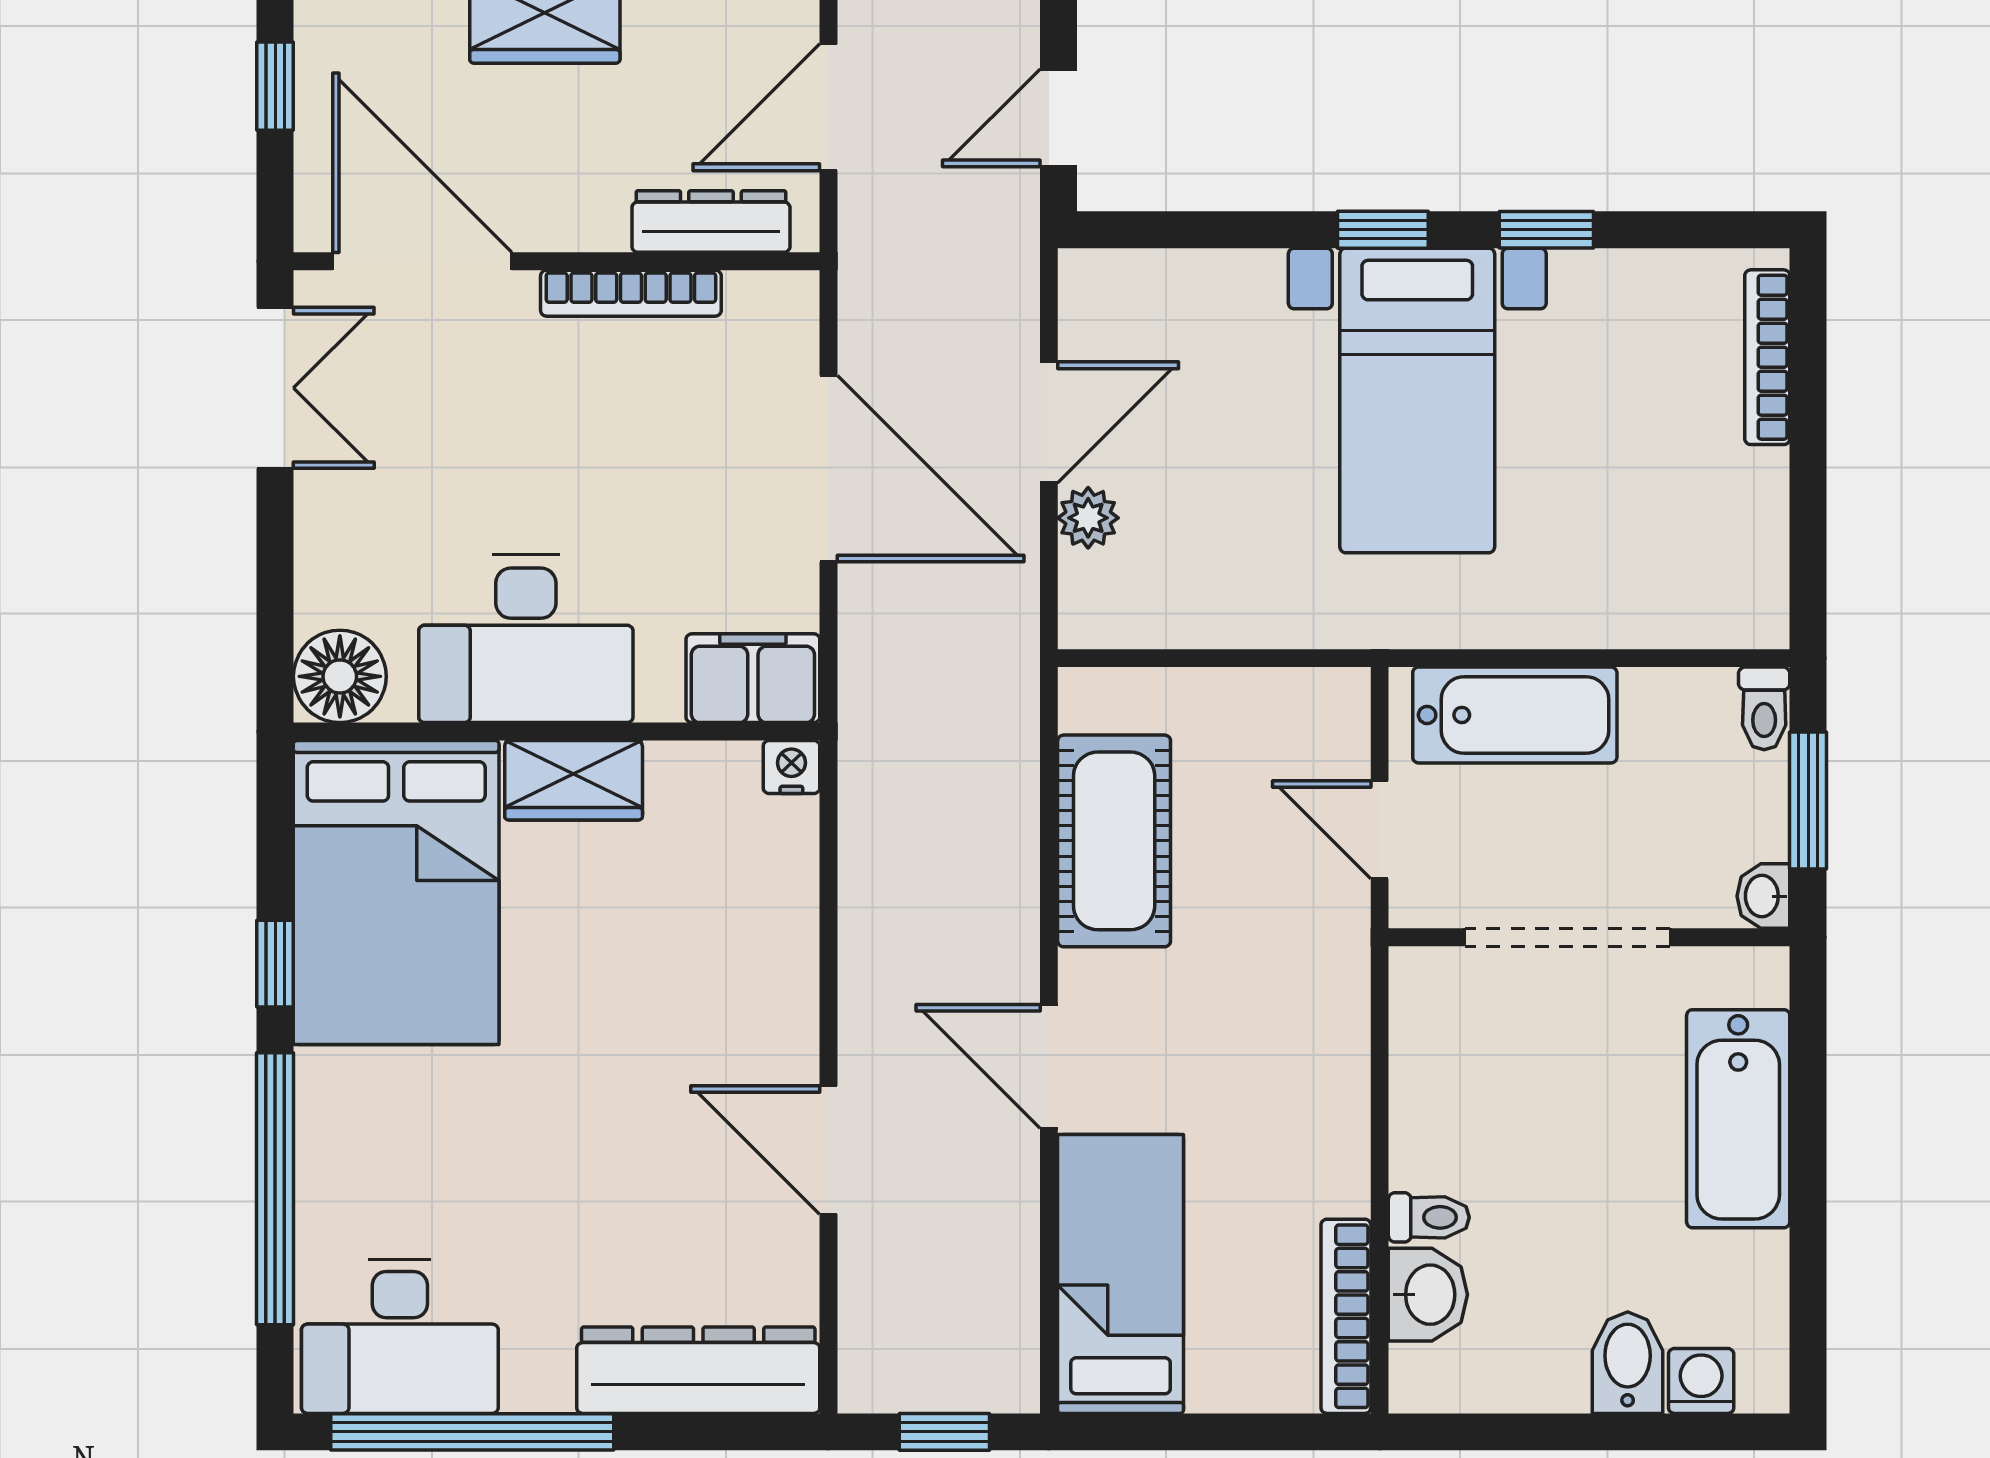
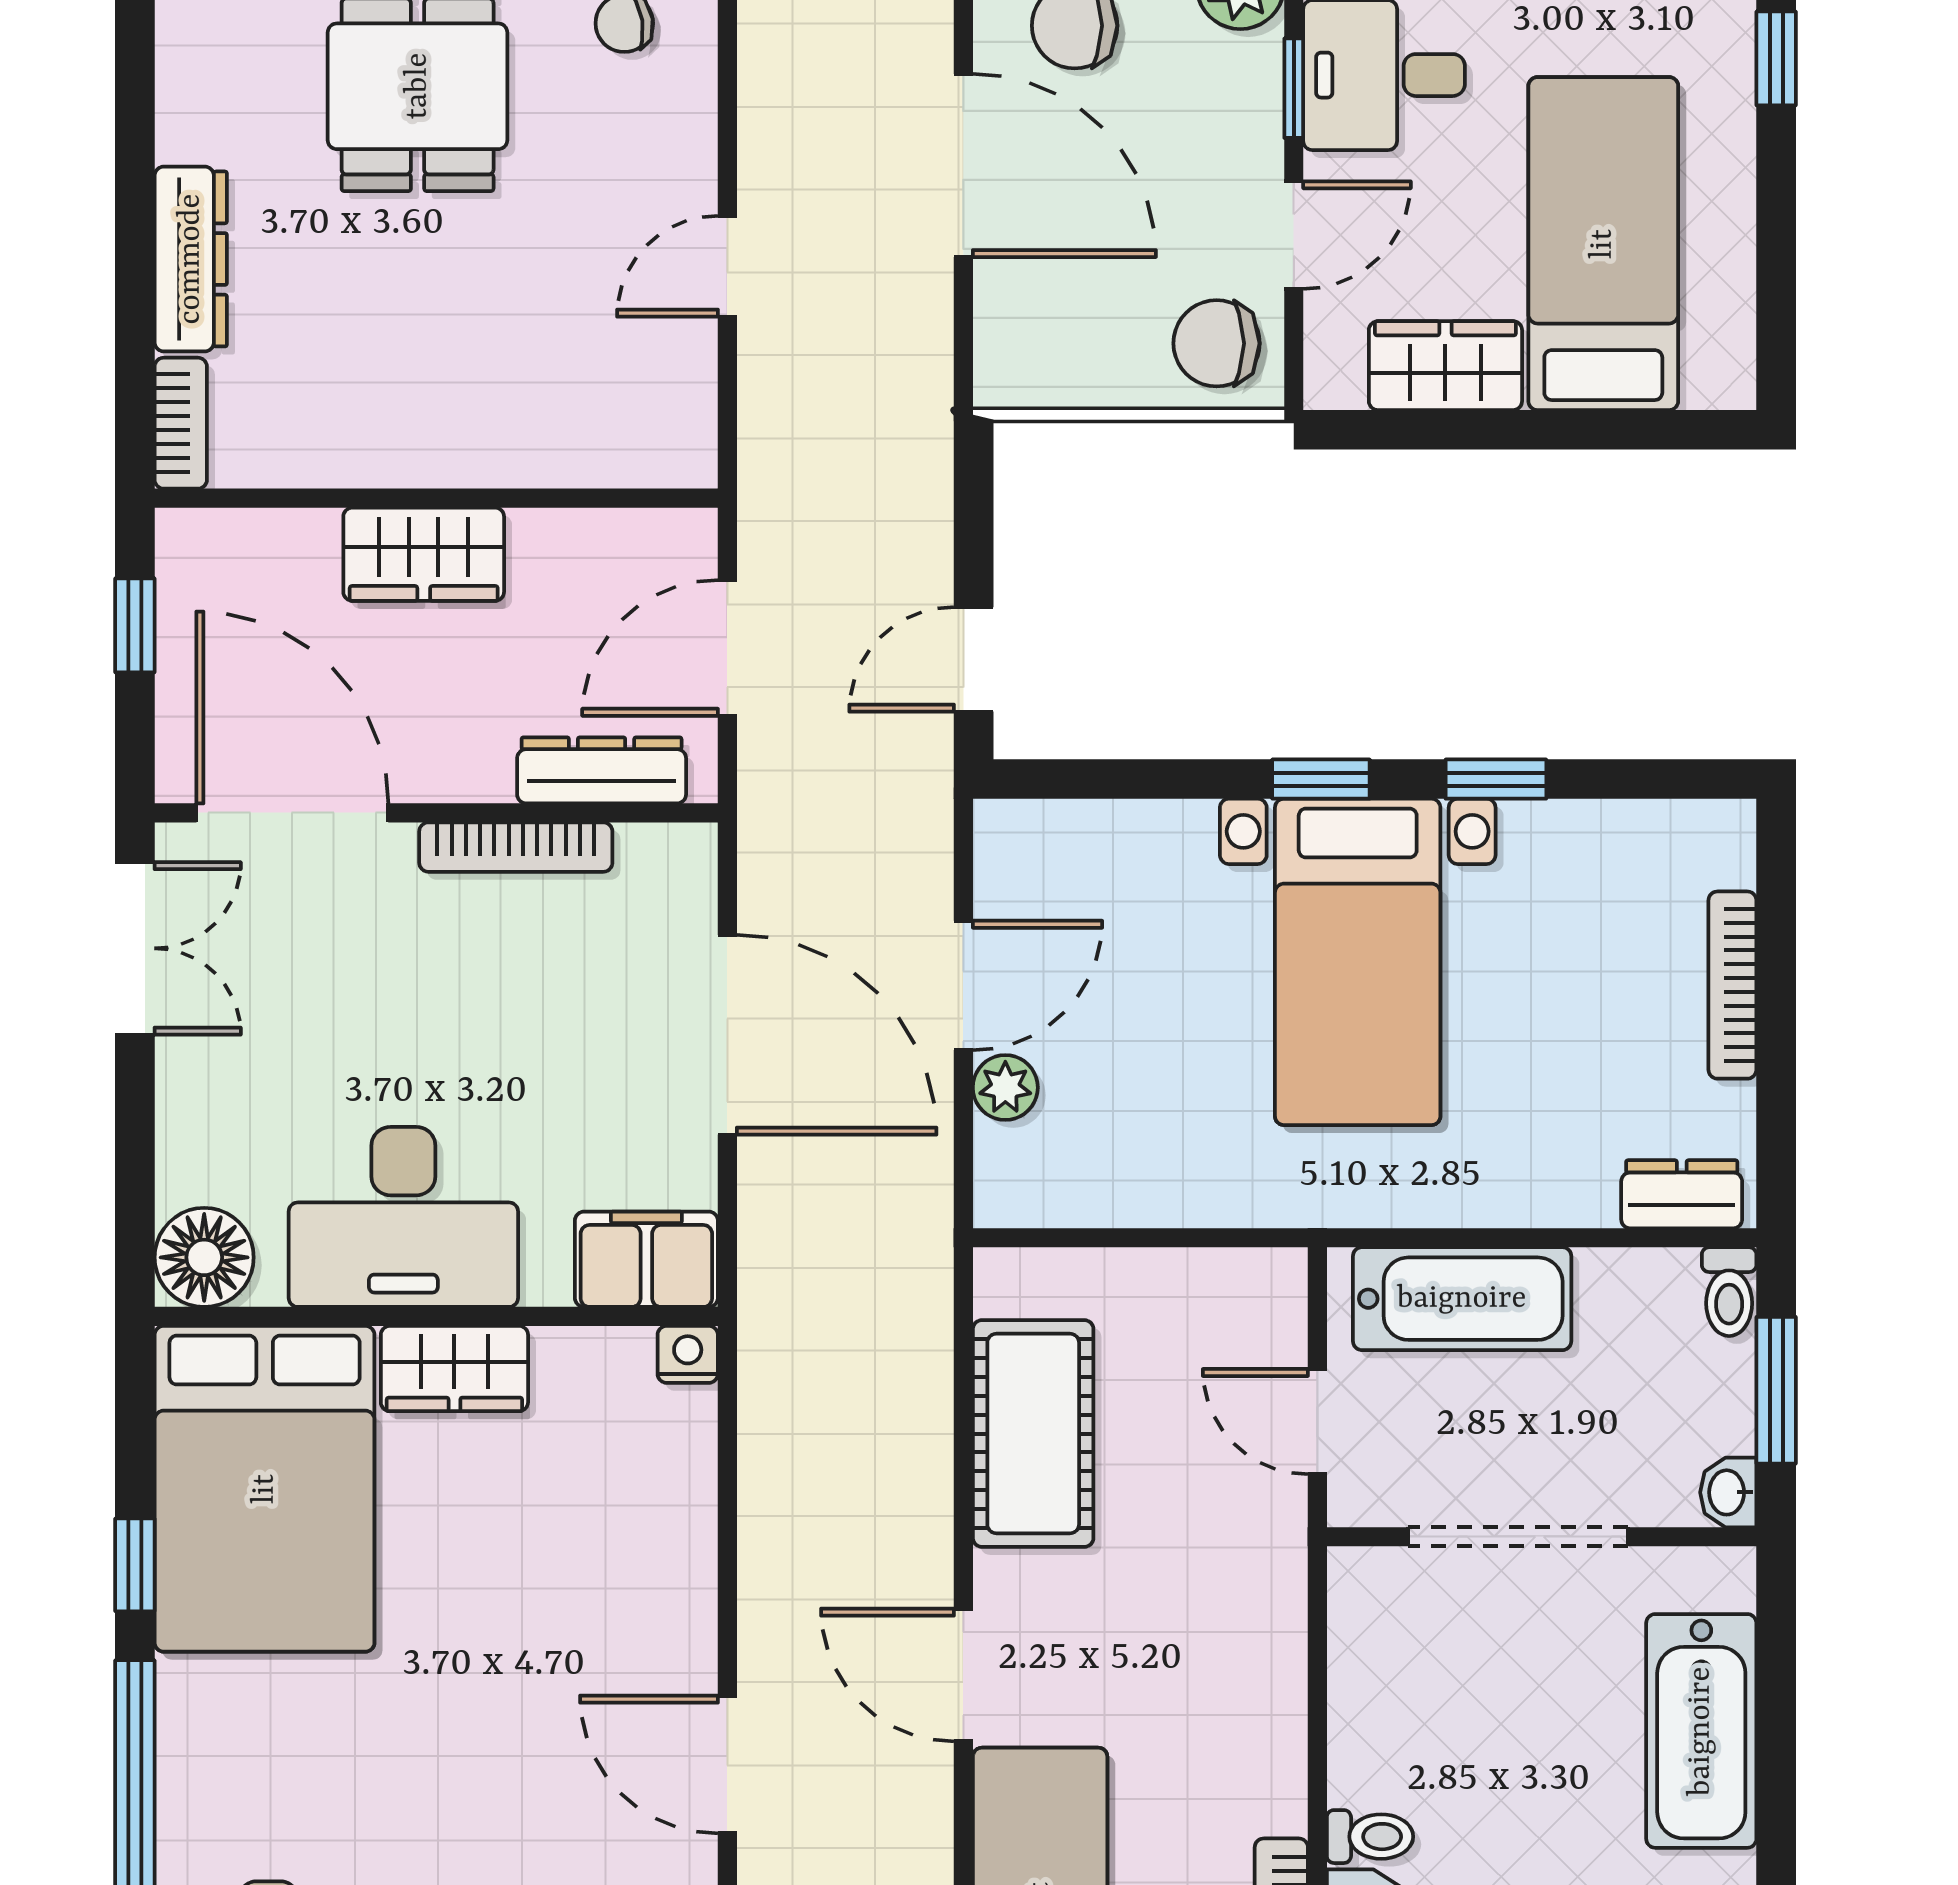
bookcase: (1767, 357) -> (1732, 985), moved
dresser: (1720, 617) -> (1682, 1194), added

